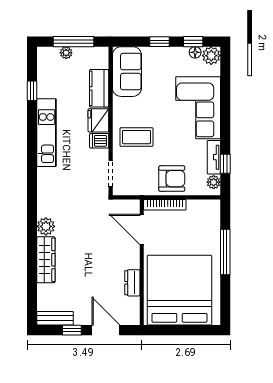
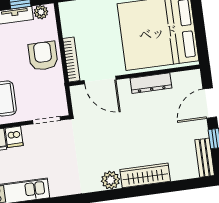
door: (142, 229) -> (100, 80), hinge flipped
dresser: (132, 283) -> (151, 83), width x1.44

